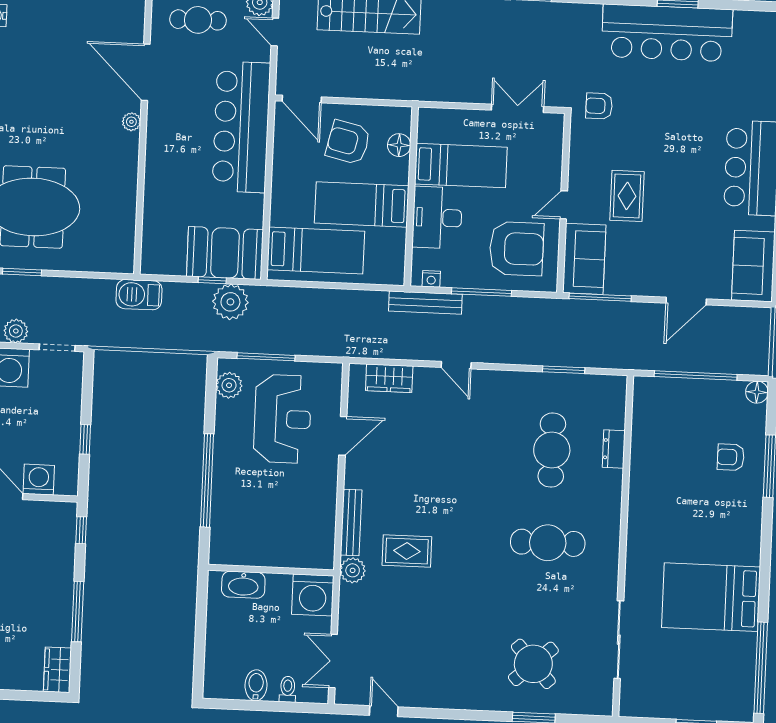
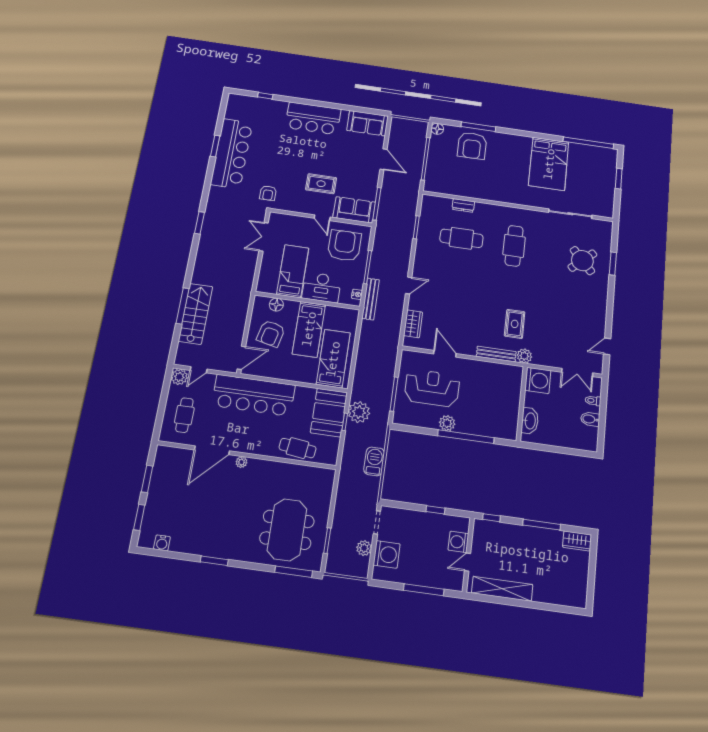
cafe table: (162, 209) -> (298, 448), added
barbecue: (139, 295) -> (374, 461), moved, turned 180
plant: (229, 385) -> (447, 423), moved
armchair: (731, 457) -> (472, 146), width x1.88, depth x1.88

